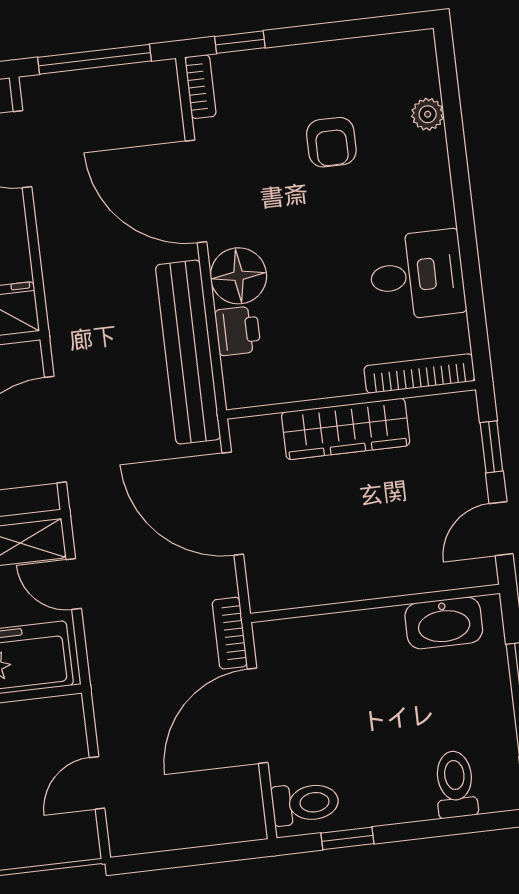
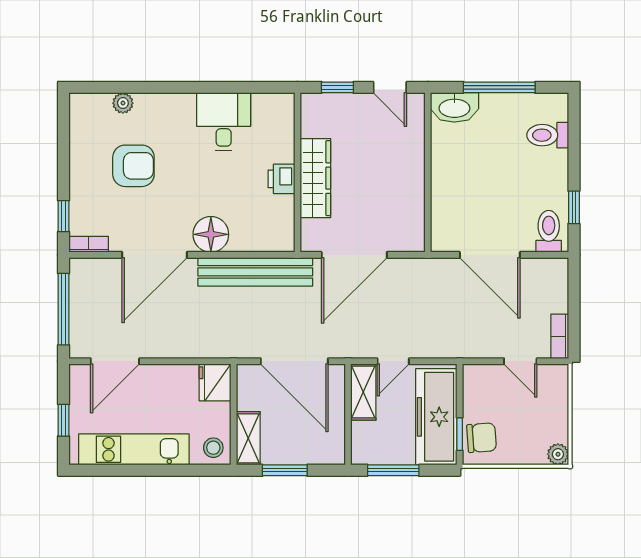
armchair: (331, 142) -> (133, 166), width x1.38, depth x1.38
printer: (238, 331) -> (281, 179), moved, turned -90
bookcase: (419, 373) -> (286, 127), removed
washbasin: (444, 623) -> (454, 107), moved, turned 90
bookcase: (230, 633) -> (560, 336), moved, turned 90

